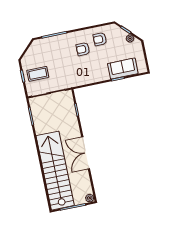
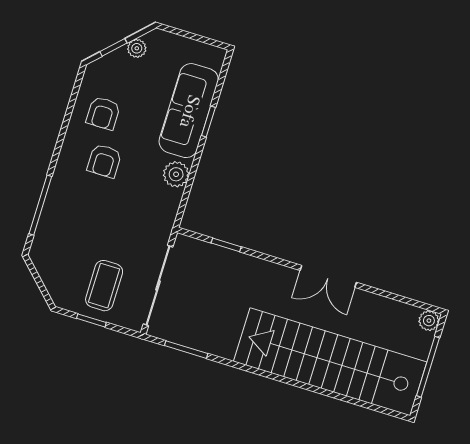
sofa: (123, 69) -> (189, 111), width x1.36
plant: (92, 78) -> (176, 174), added
double door: (86, 153) -> (328, 276), width x0.73

